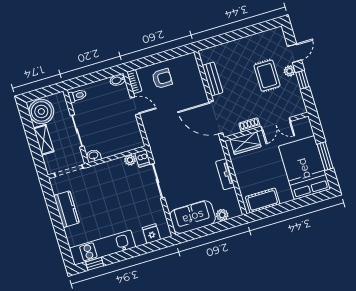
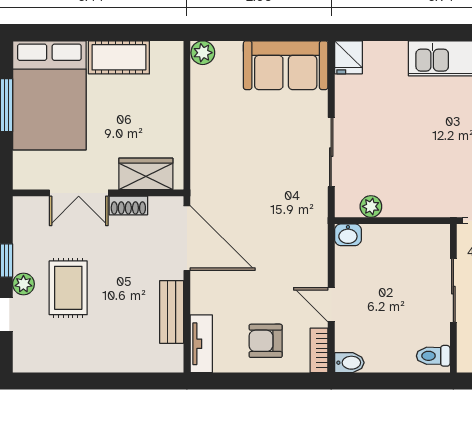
double door: (276, 124) -> (79, 193), swing flipped
washbasin: (93, 156) -> (348, 235), moved
dishwasher: (143, 158) -> (346, 202), removed
tv unit: (225, 174) -> (201, 344), moved
cot: (263, 200) -> (119, 57), moved
plant: (222, 215) -> (203, 53), moved
fridge: (151, 234) -> (348, 57), moved

